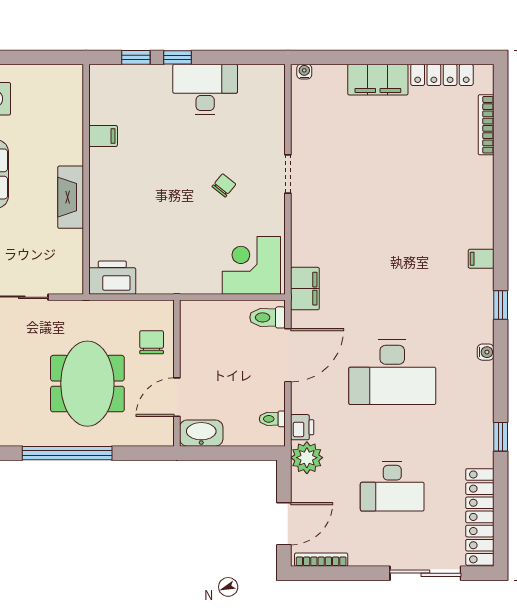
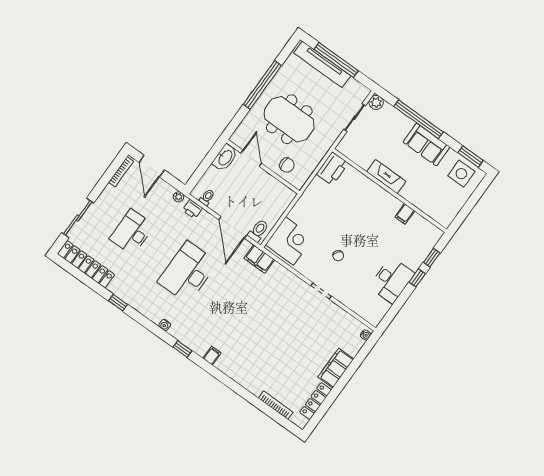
plant: (307, 458) -> (179, 197), width x0.53, depth x0.53

